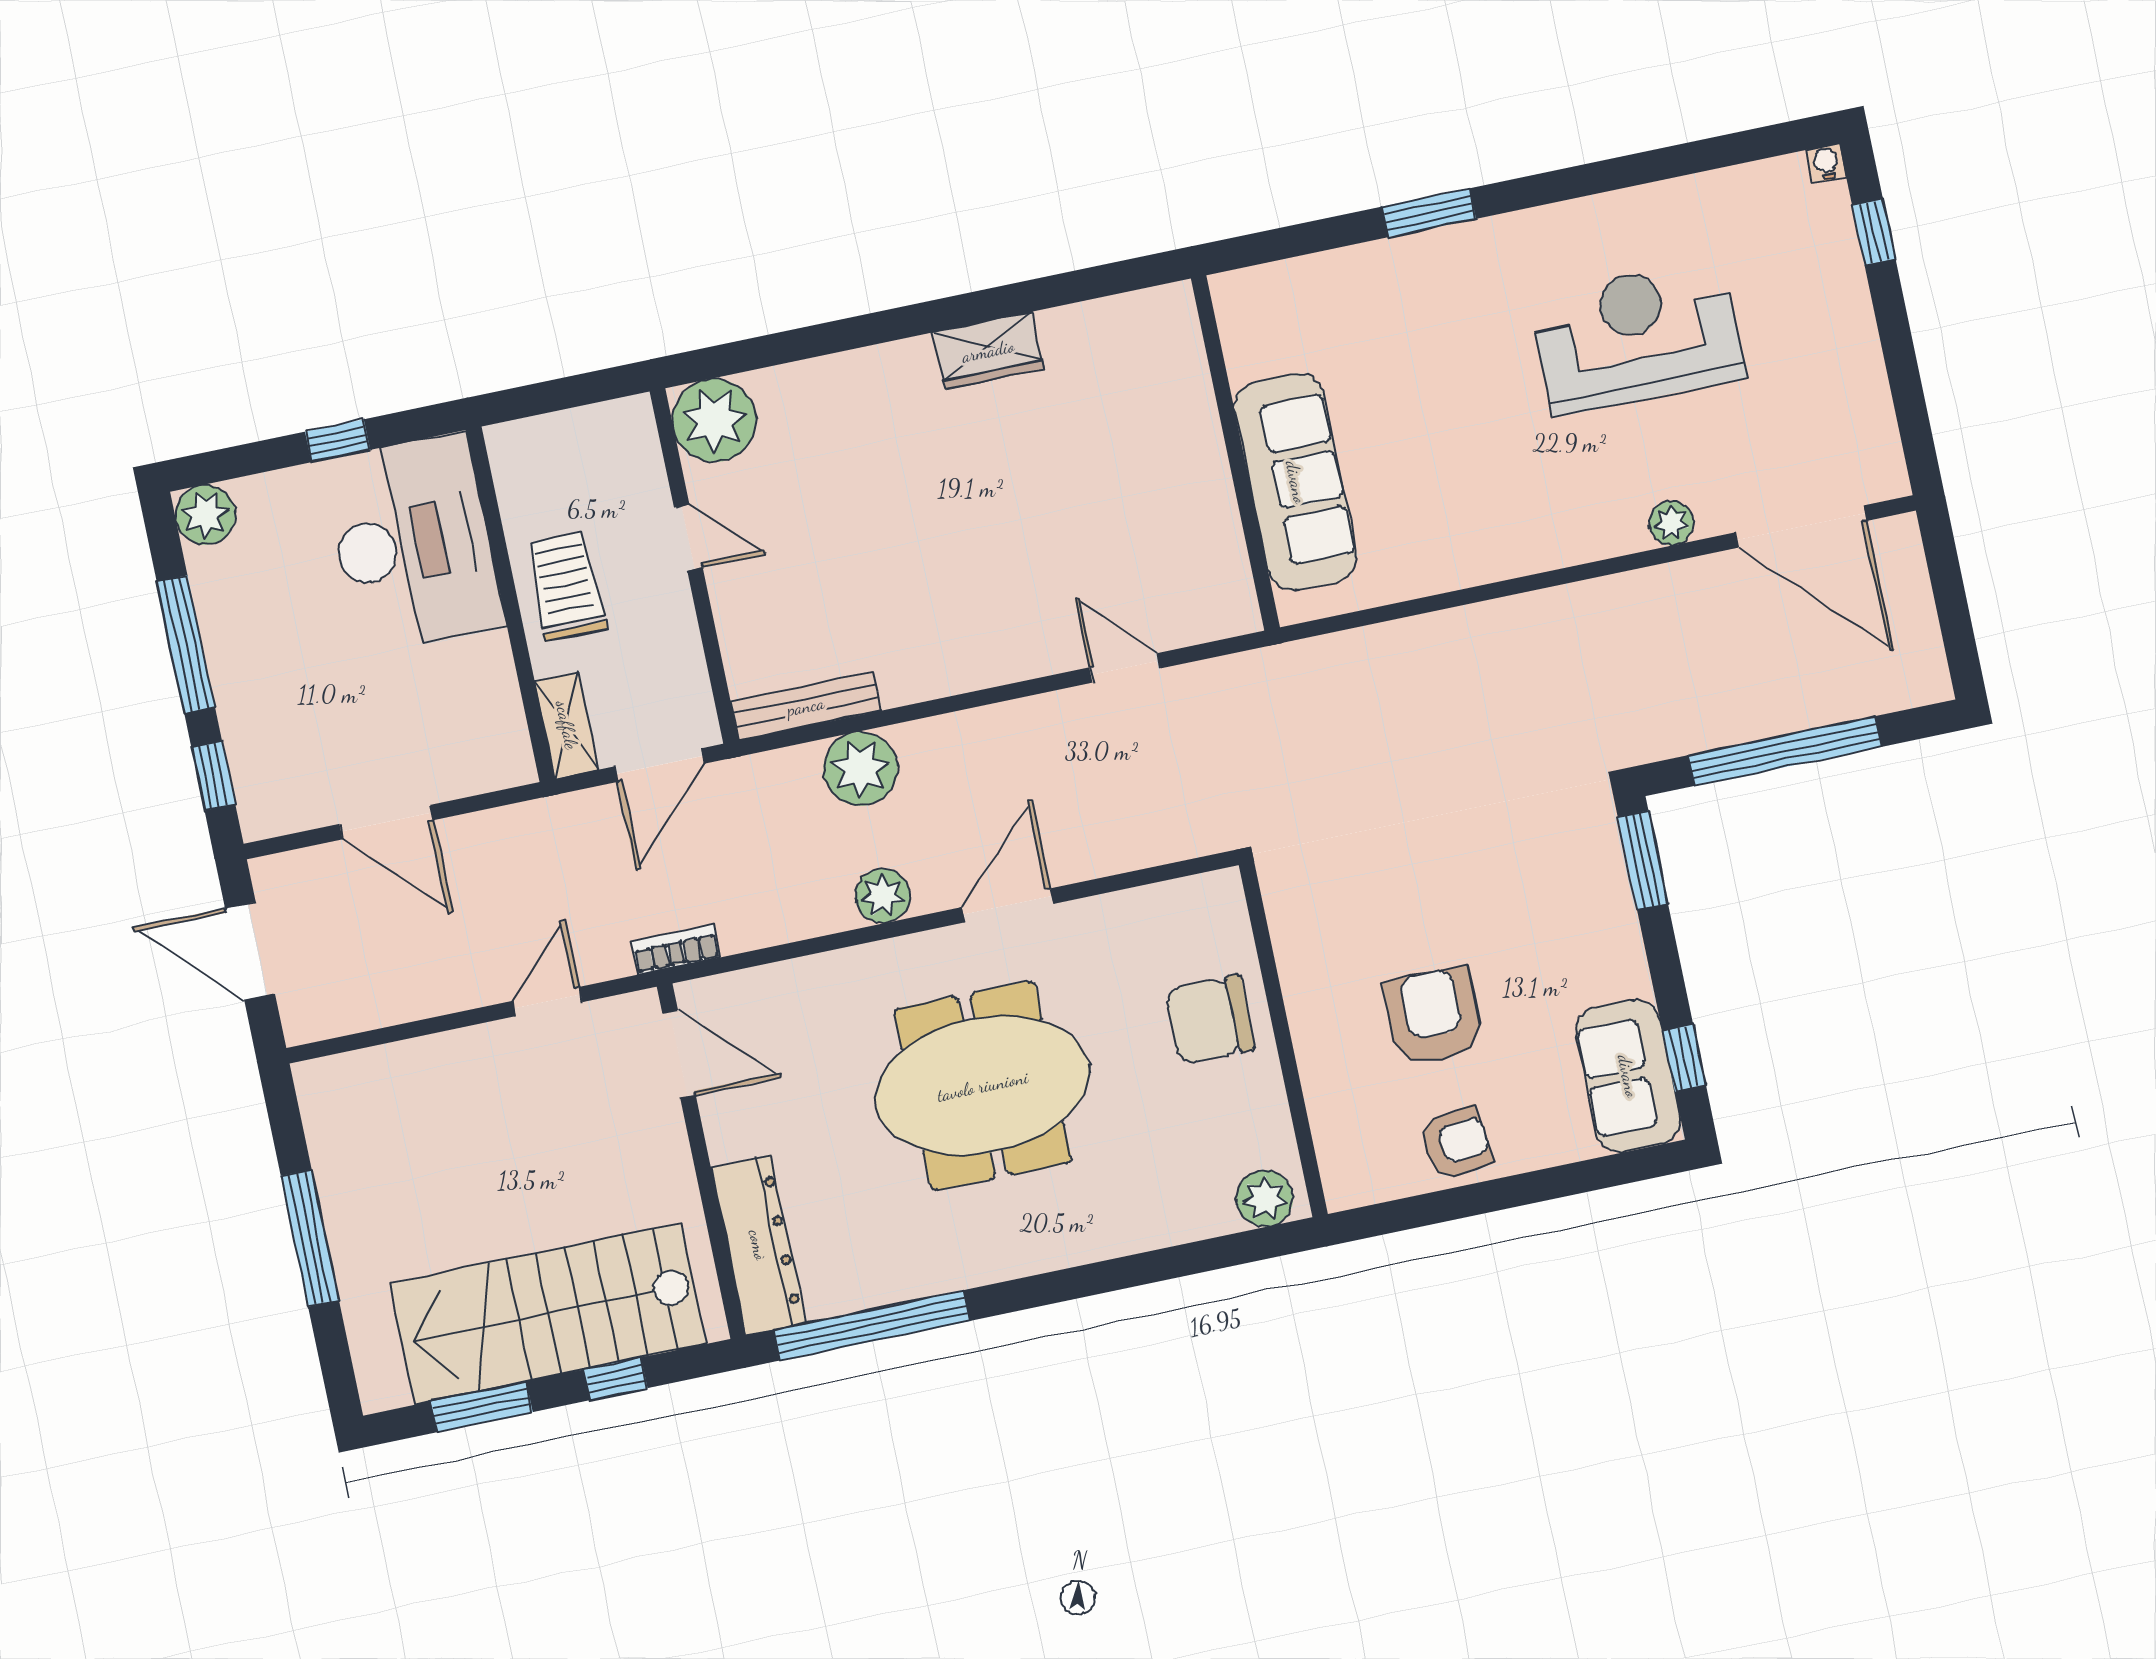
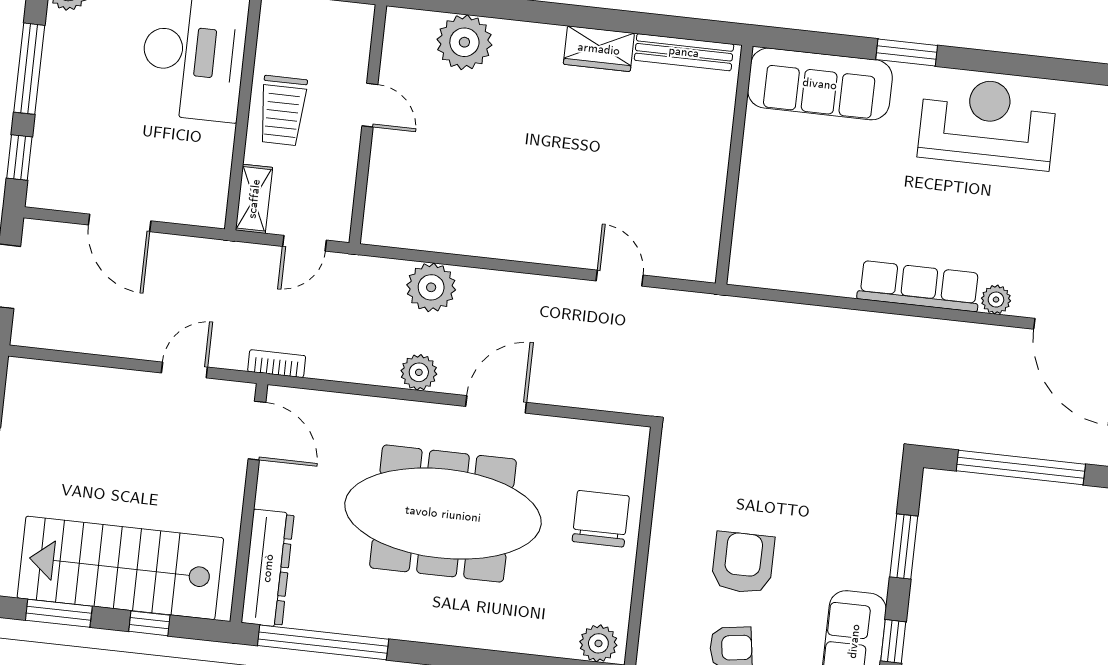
reception desk: (1637, 337) -> (987, 123), moved
plant: (714, 421) -> (464, 42), moved
sofa: (1296, 482) -> (820, 84), moved, turned 90
row of seats: (1555, 540) -> (919, 286), added
trolley: (566, 586) -> (282, 111), turned 180
bench: (806, 706) -> (684, 52), moved
door: (660, 765) -> (305, 243), width x0.73
window: (1643, 860) -> (904, 546), moved
chair: (1210, 1020) -> (601, 519), turned 90
meeting table: (983, 1086) -> (443, 514), width x1.36

